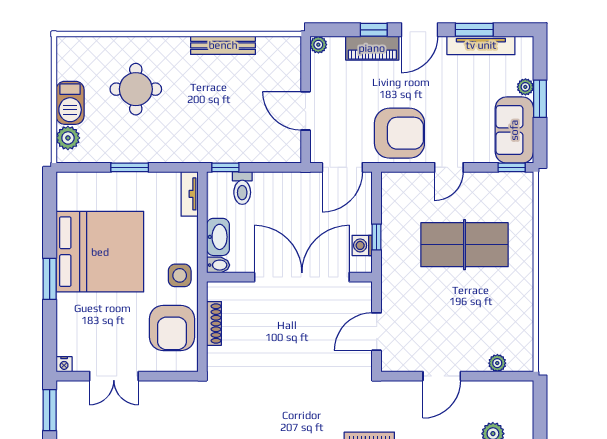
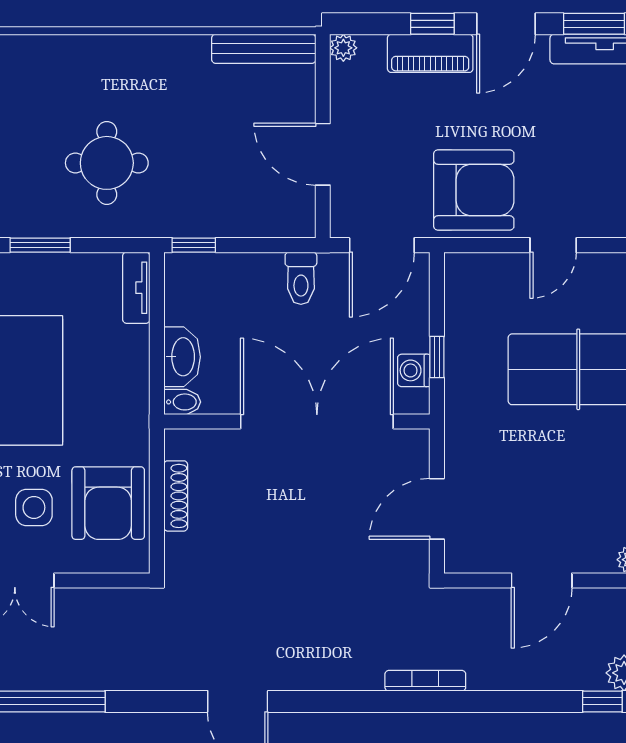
bench: (223, 45) -> (264, 49), moved
round table: (136, 89) -> (107, 163), moved
toilet: (242, 188) -> (301, 278), moved
side table: (180, 275) -> (34, 507), moved

